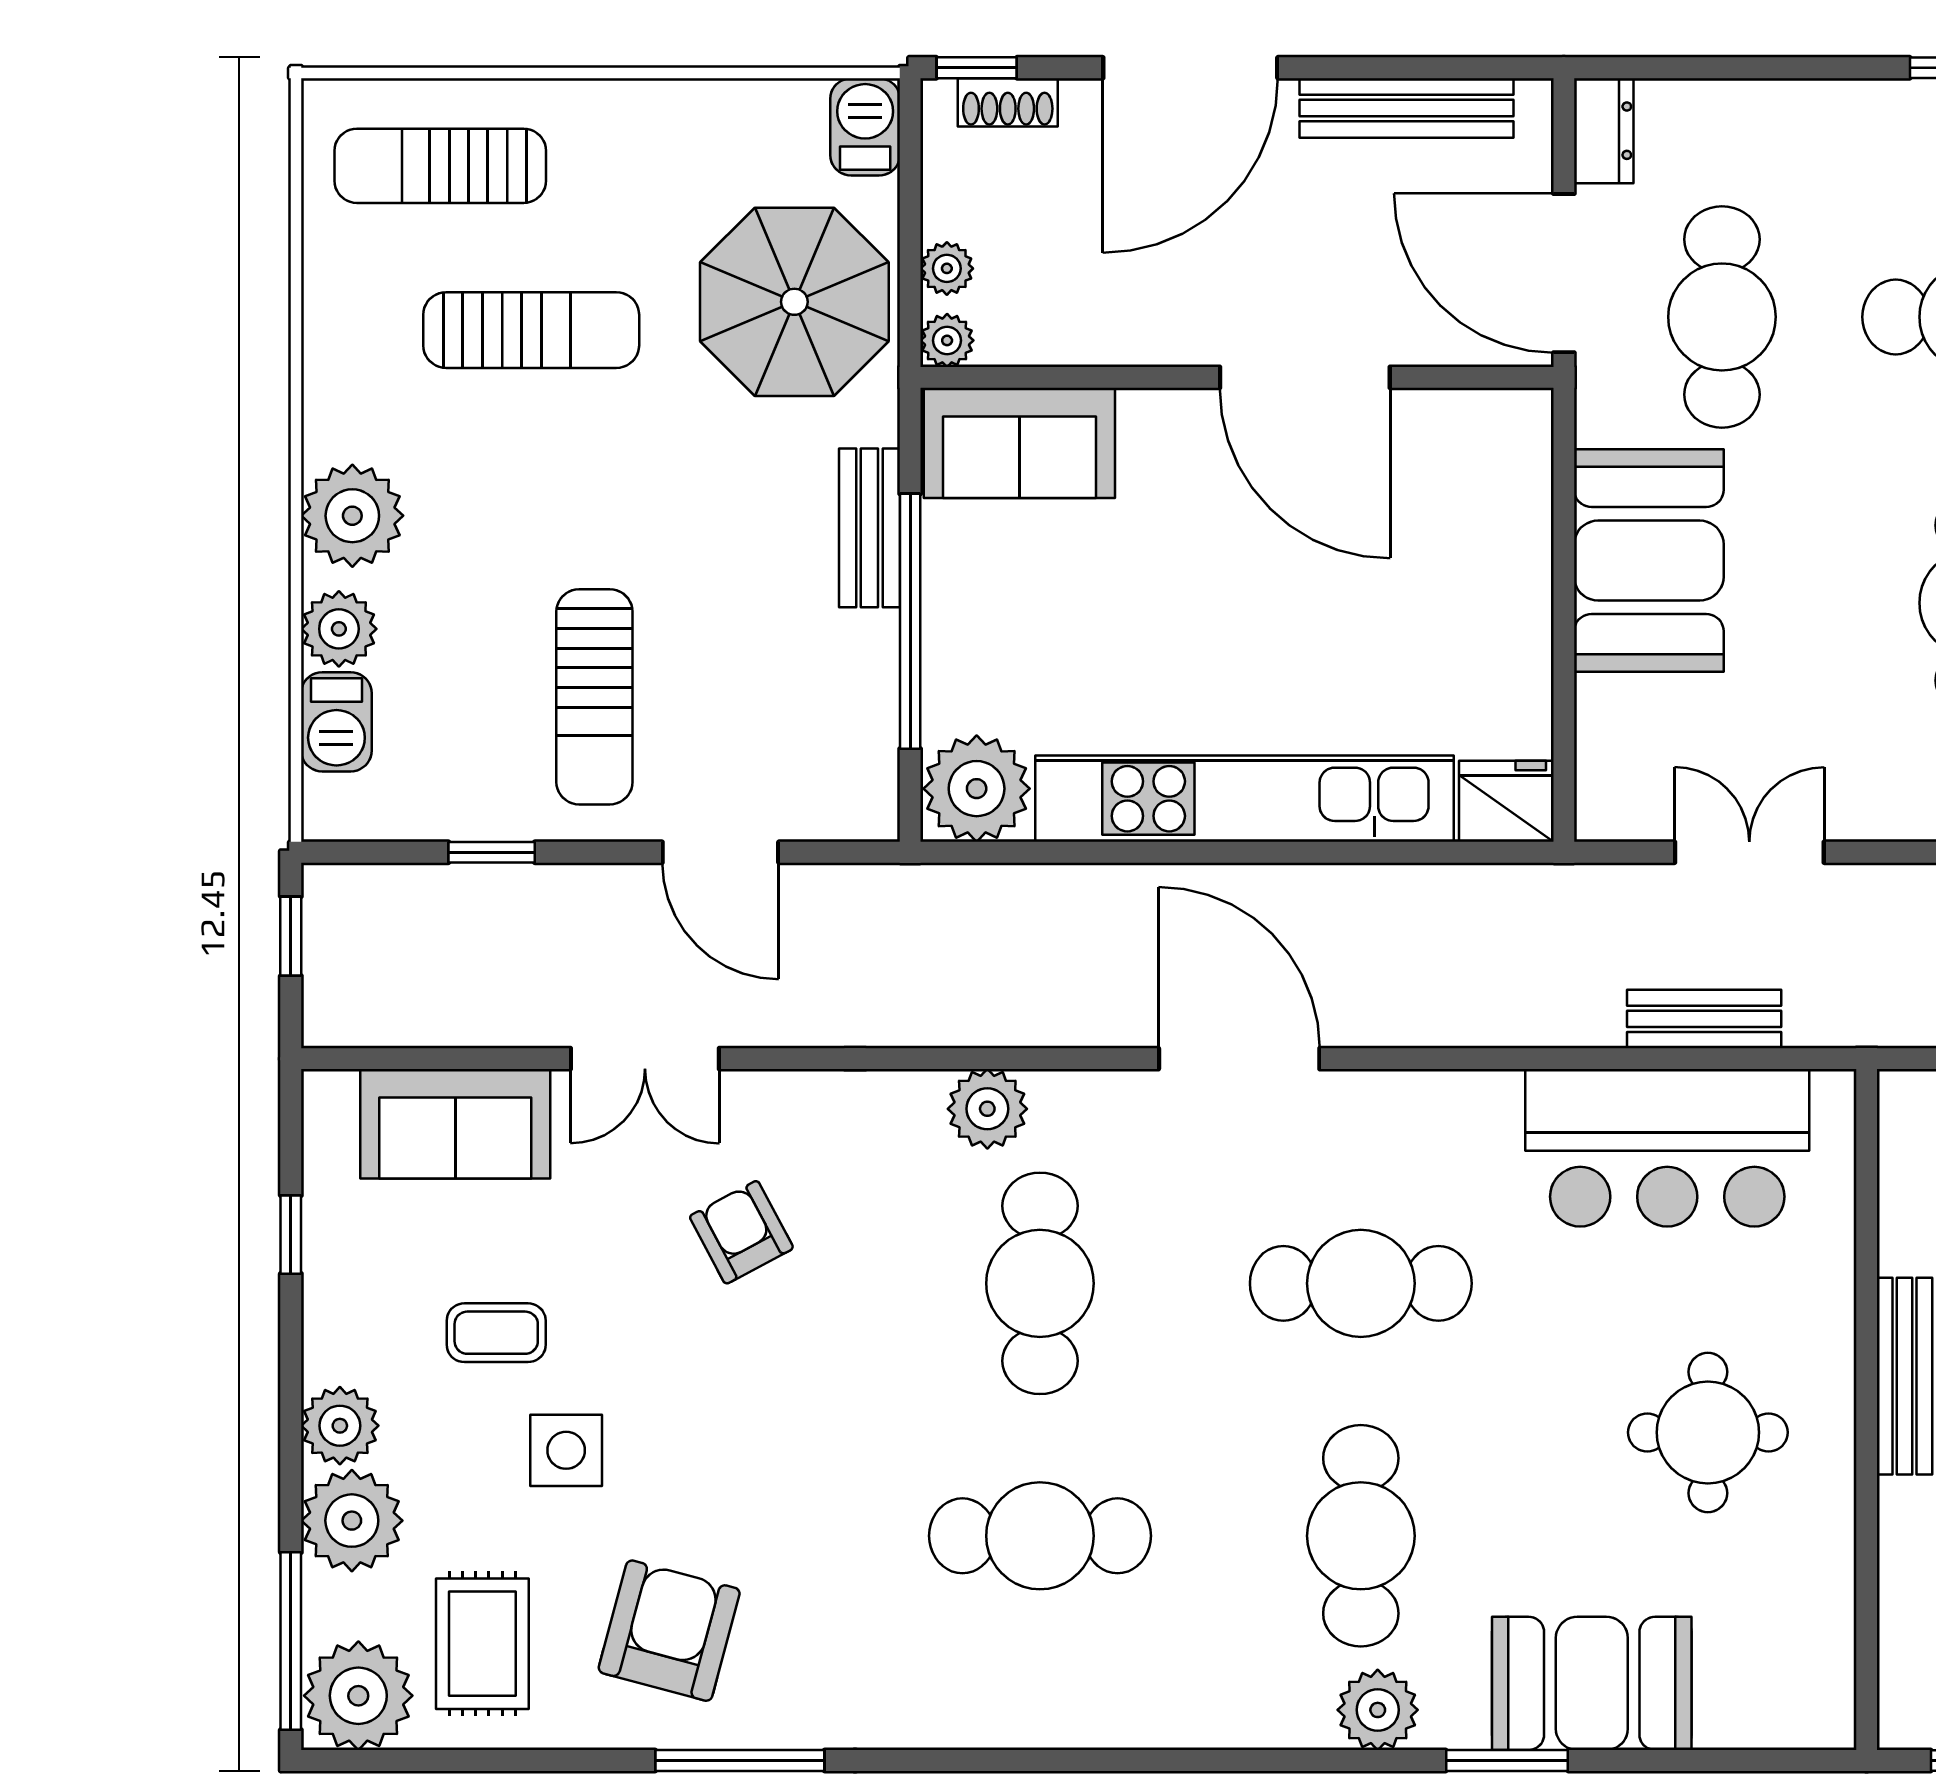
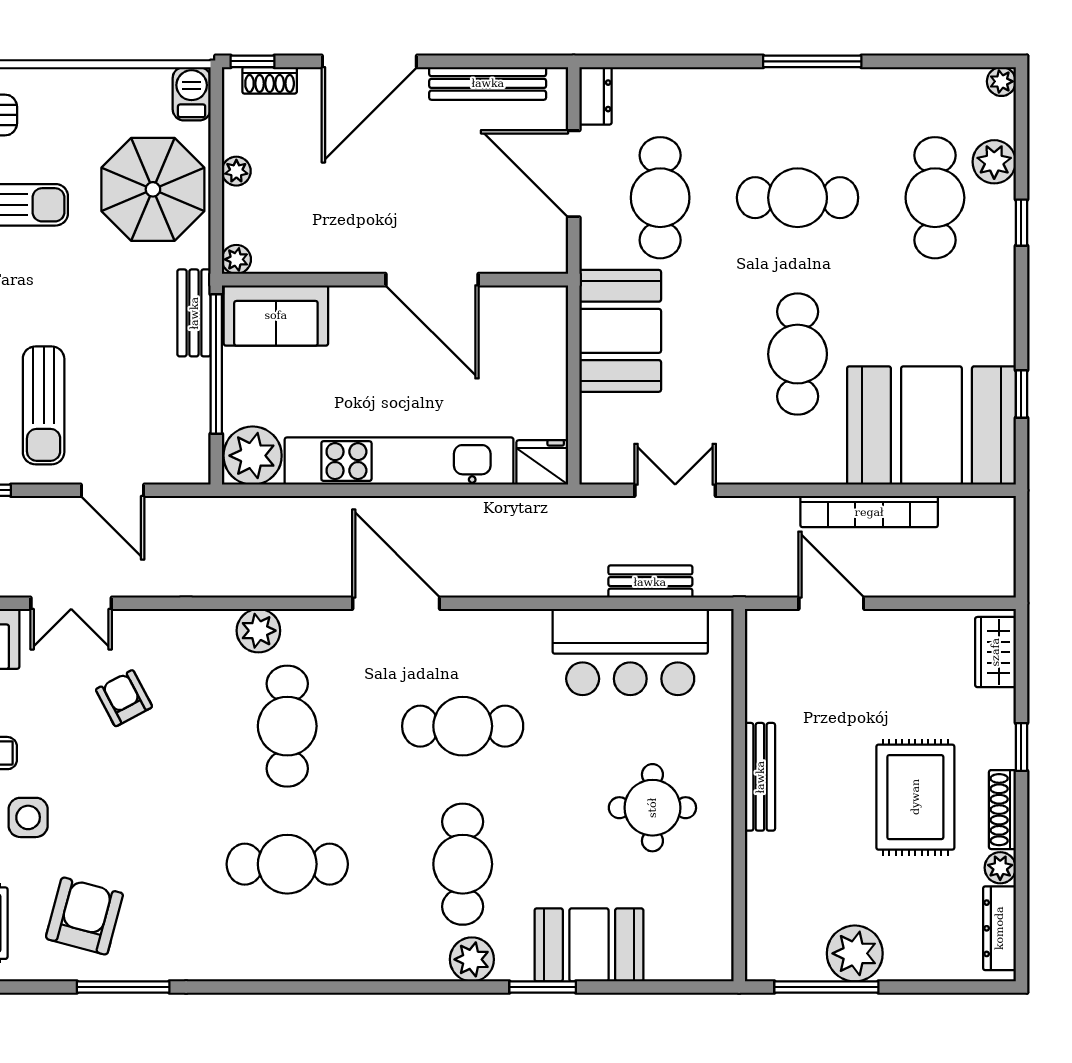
plant: (947, 340) -> (236, 259), moved
wall: (1237, 377) -> (395, 280), moved
door: (1305, 377) -> (432, 280), moved
sofa: (1019, 443) -> (276, 315), moved

